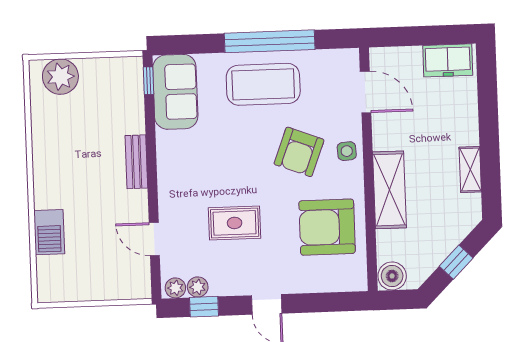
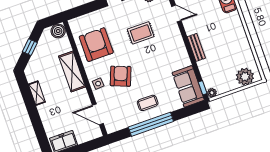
plant: (134, 65) -> (212, 93), added
coffee table: (263, 84) -> (148, 103), width x0.54, depth x0.58
armchair: (327, 227) -> (96, 45), turned -90

